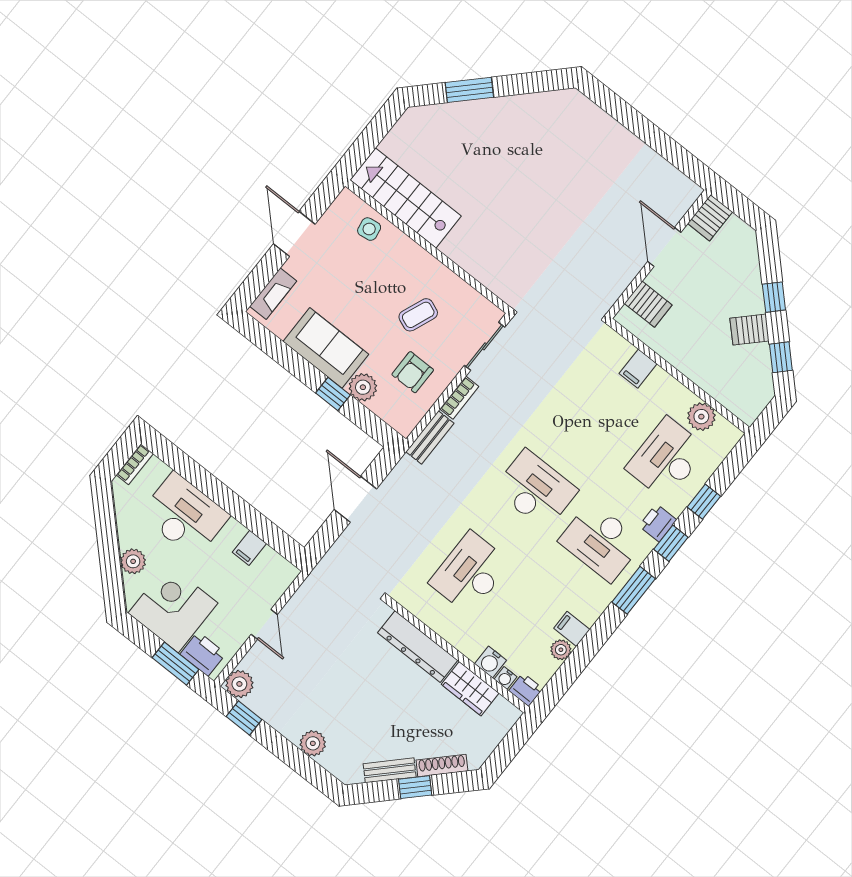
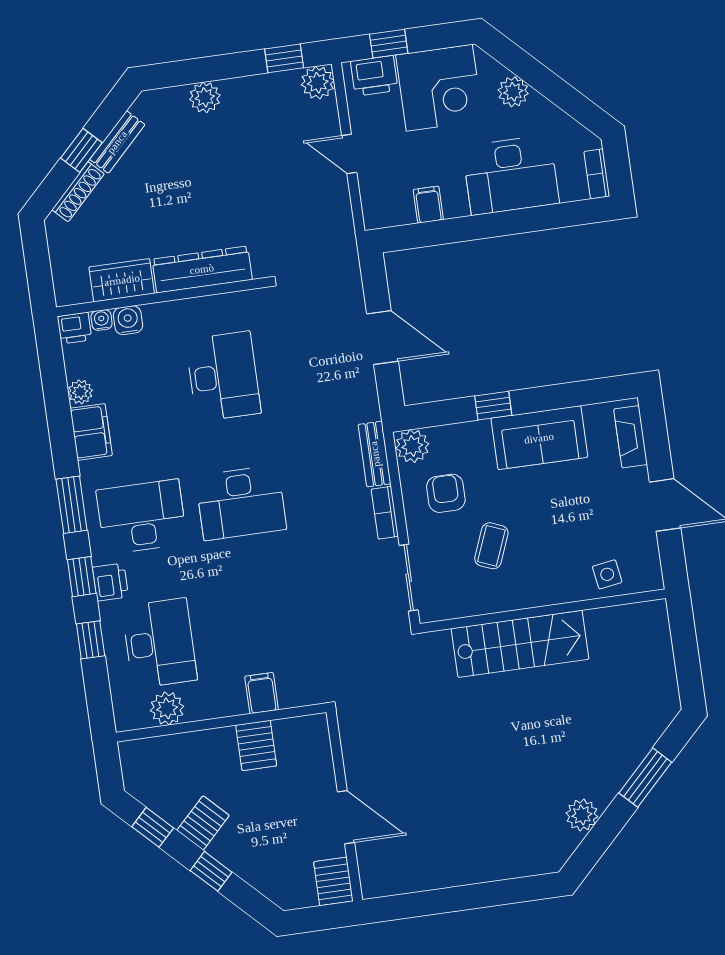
plant: (528, 107) -> (582, 815), added
stairs: (406, 198) -> (520, 644), moved
server rack: (648, 304) -> (256, 745), moved, turned -90
plant: (363, 387) -> (412, 446), moved
filing cabinet: (572, 629) -> (91, 432), width x2.00
window: (175, 664) -> (389, 44), width x0.67

